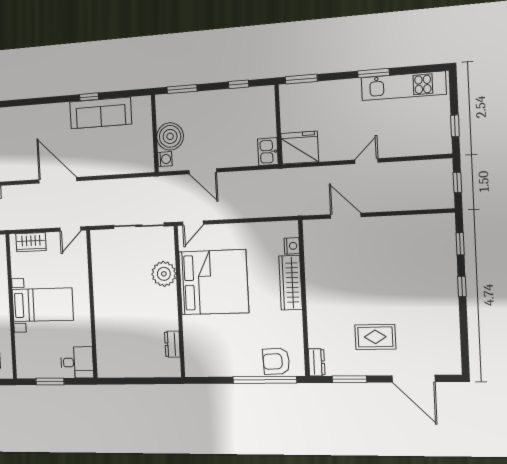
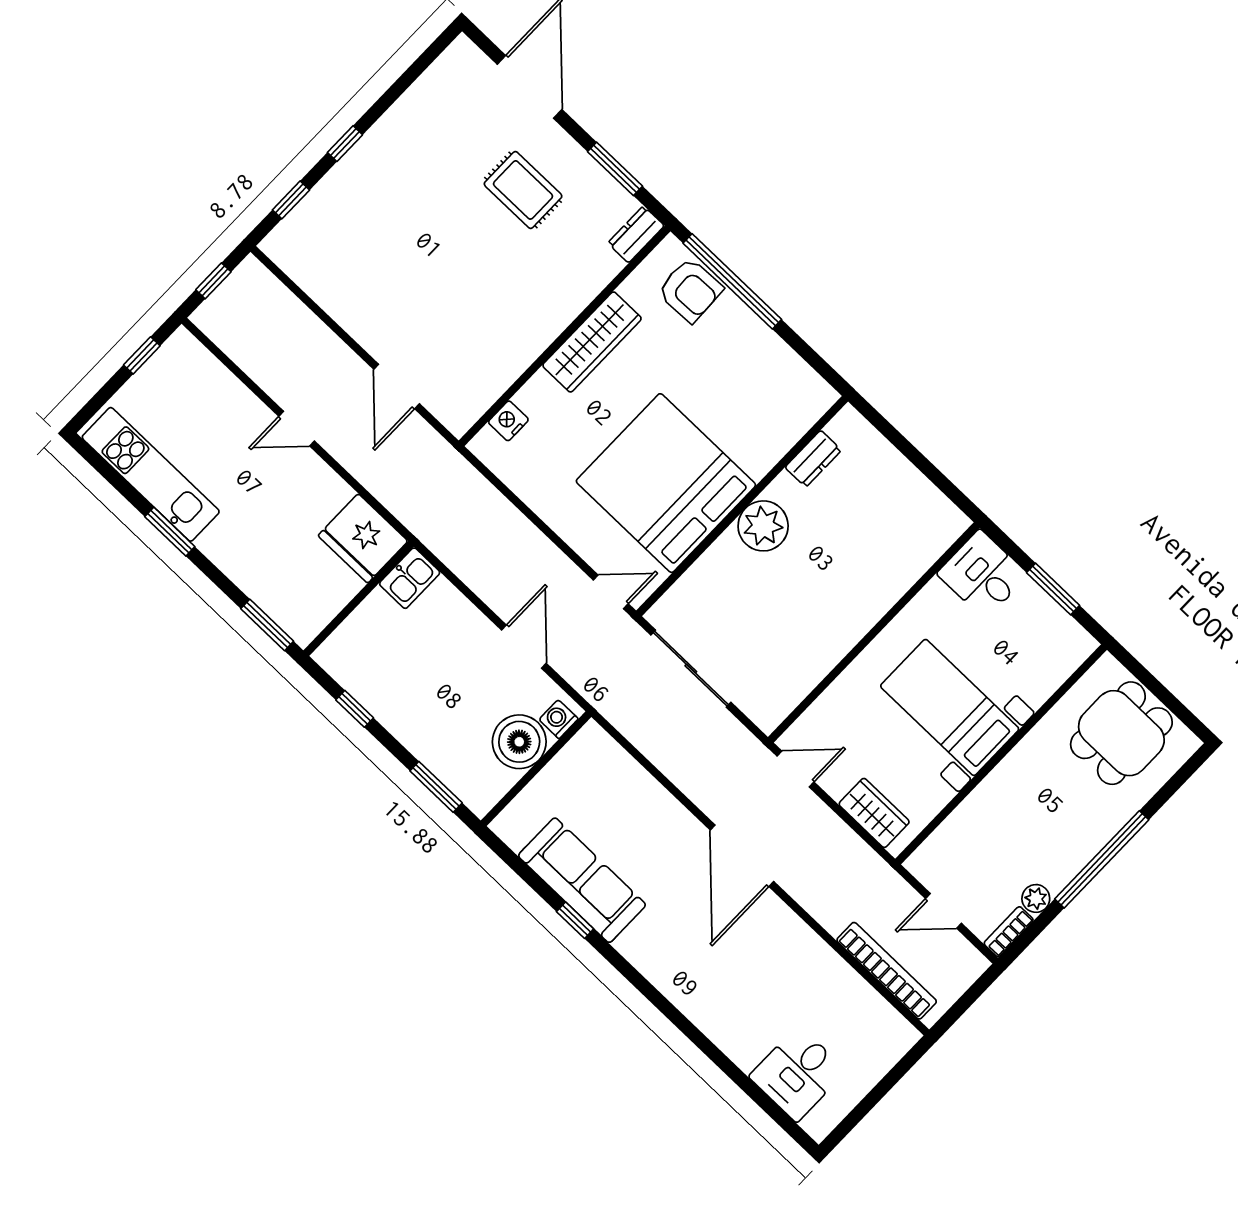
plant: (164, 274) -> (763, 526), moved
wardrobe: (291, 283) -> (592, 342), moved

